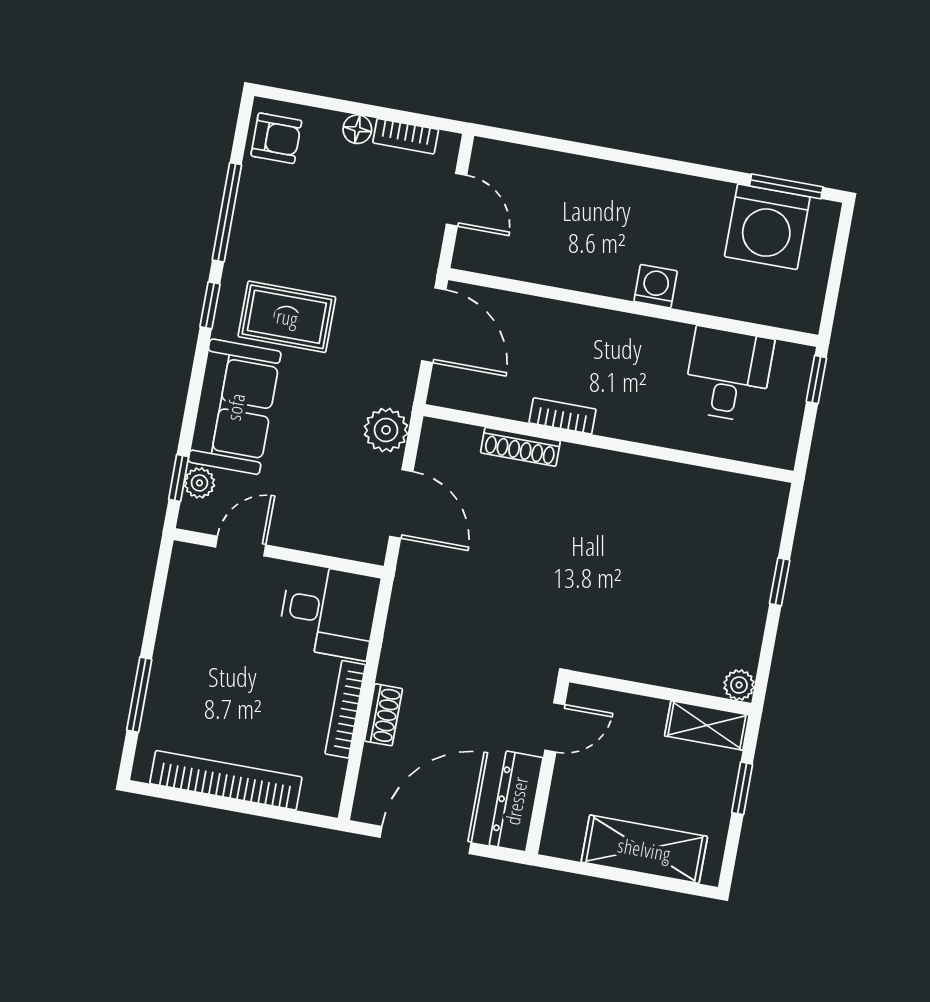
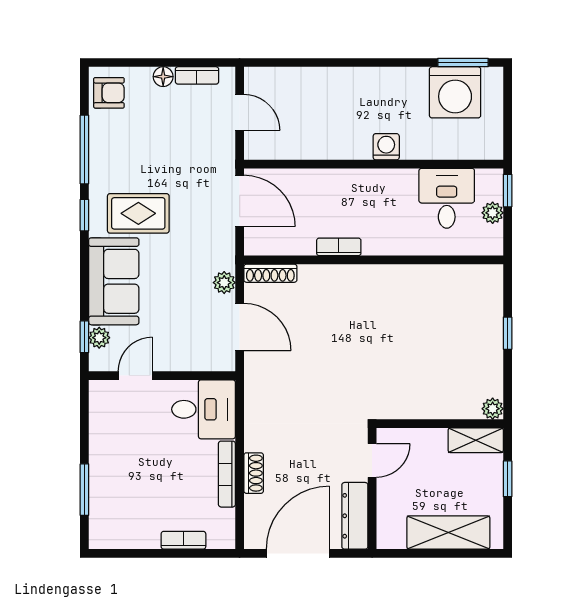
plant: (789, 407) -> (493, 213), added
plant: (386, 430) -> (224, 283), width x0.73, depth x0.73
shoe rack: (520, 447) -> (270, 273), moved
bookcase: (226, 780) -> (183, 540), width x0.43, depth x0.76

